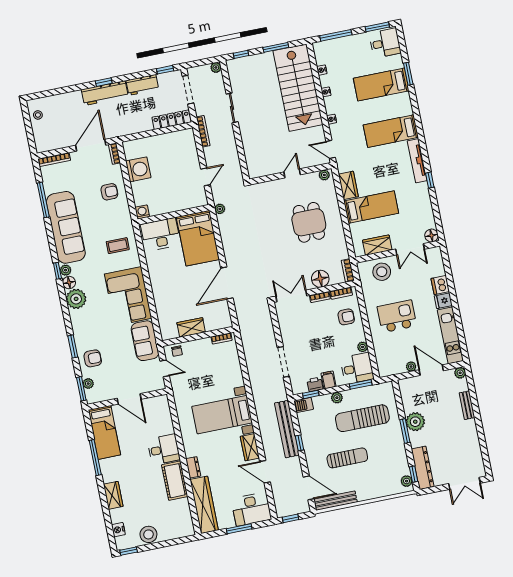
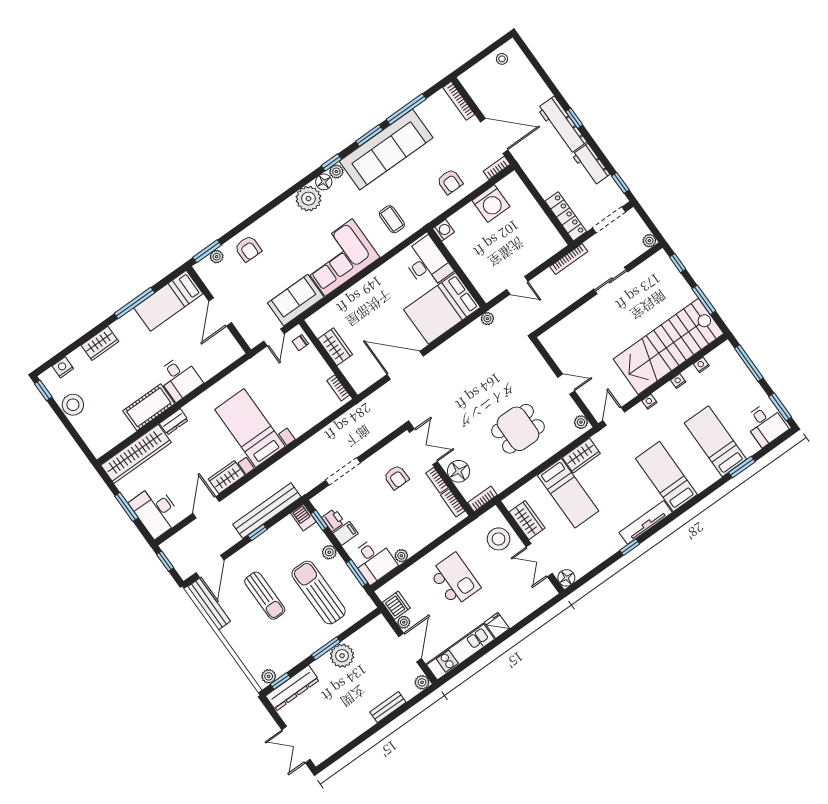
dishwasher: (440, 285) -> (396, 605), moved, turned 90
armchair: (346, 317) -> (396, 477), moved
window: (73, 347) -> (369, 136), moved

